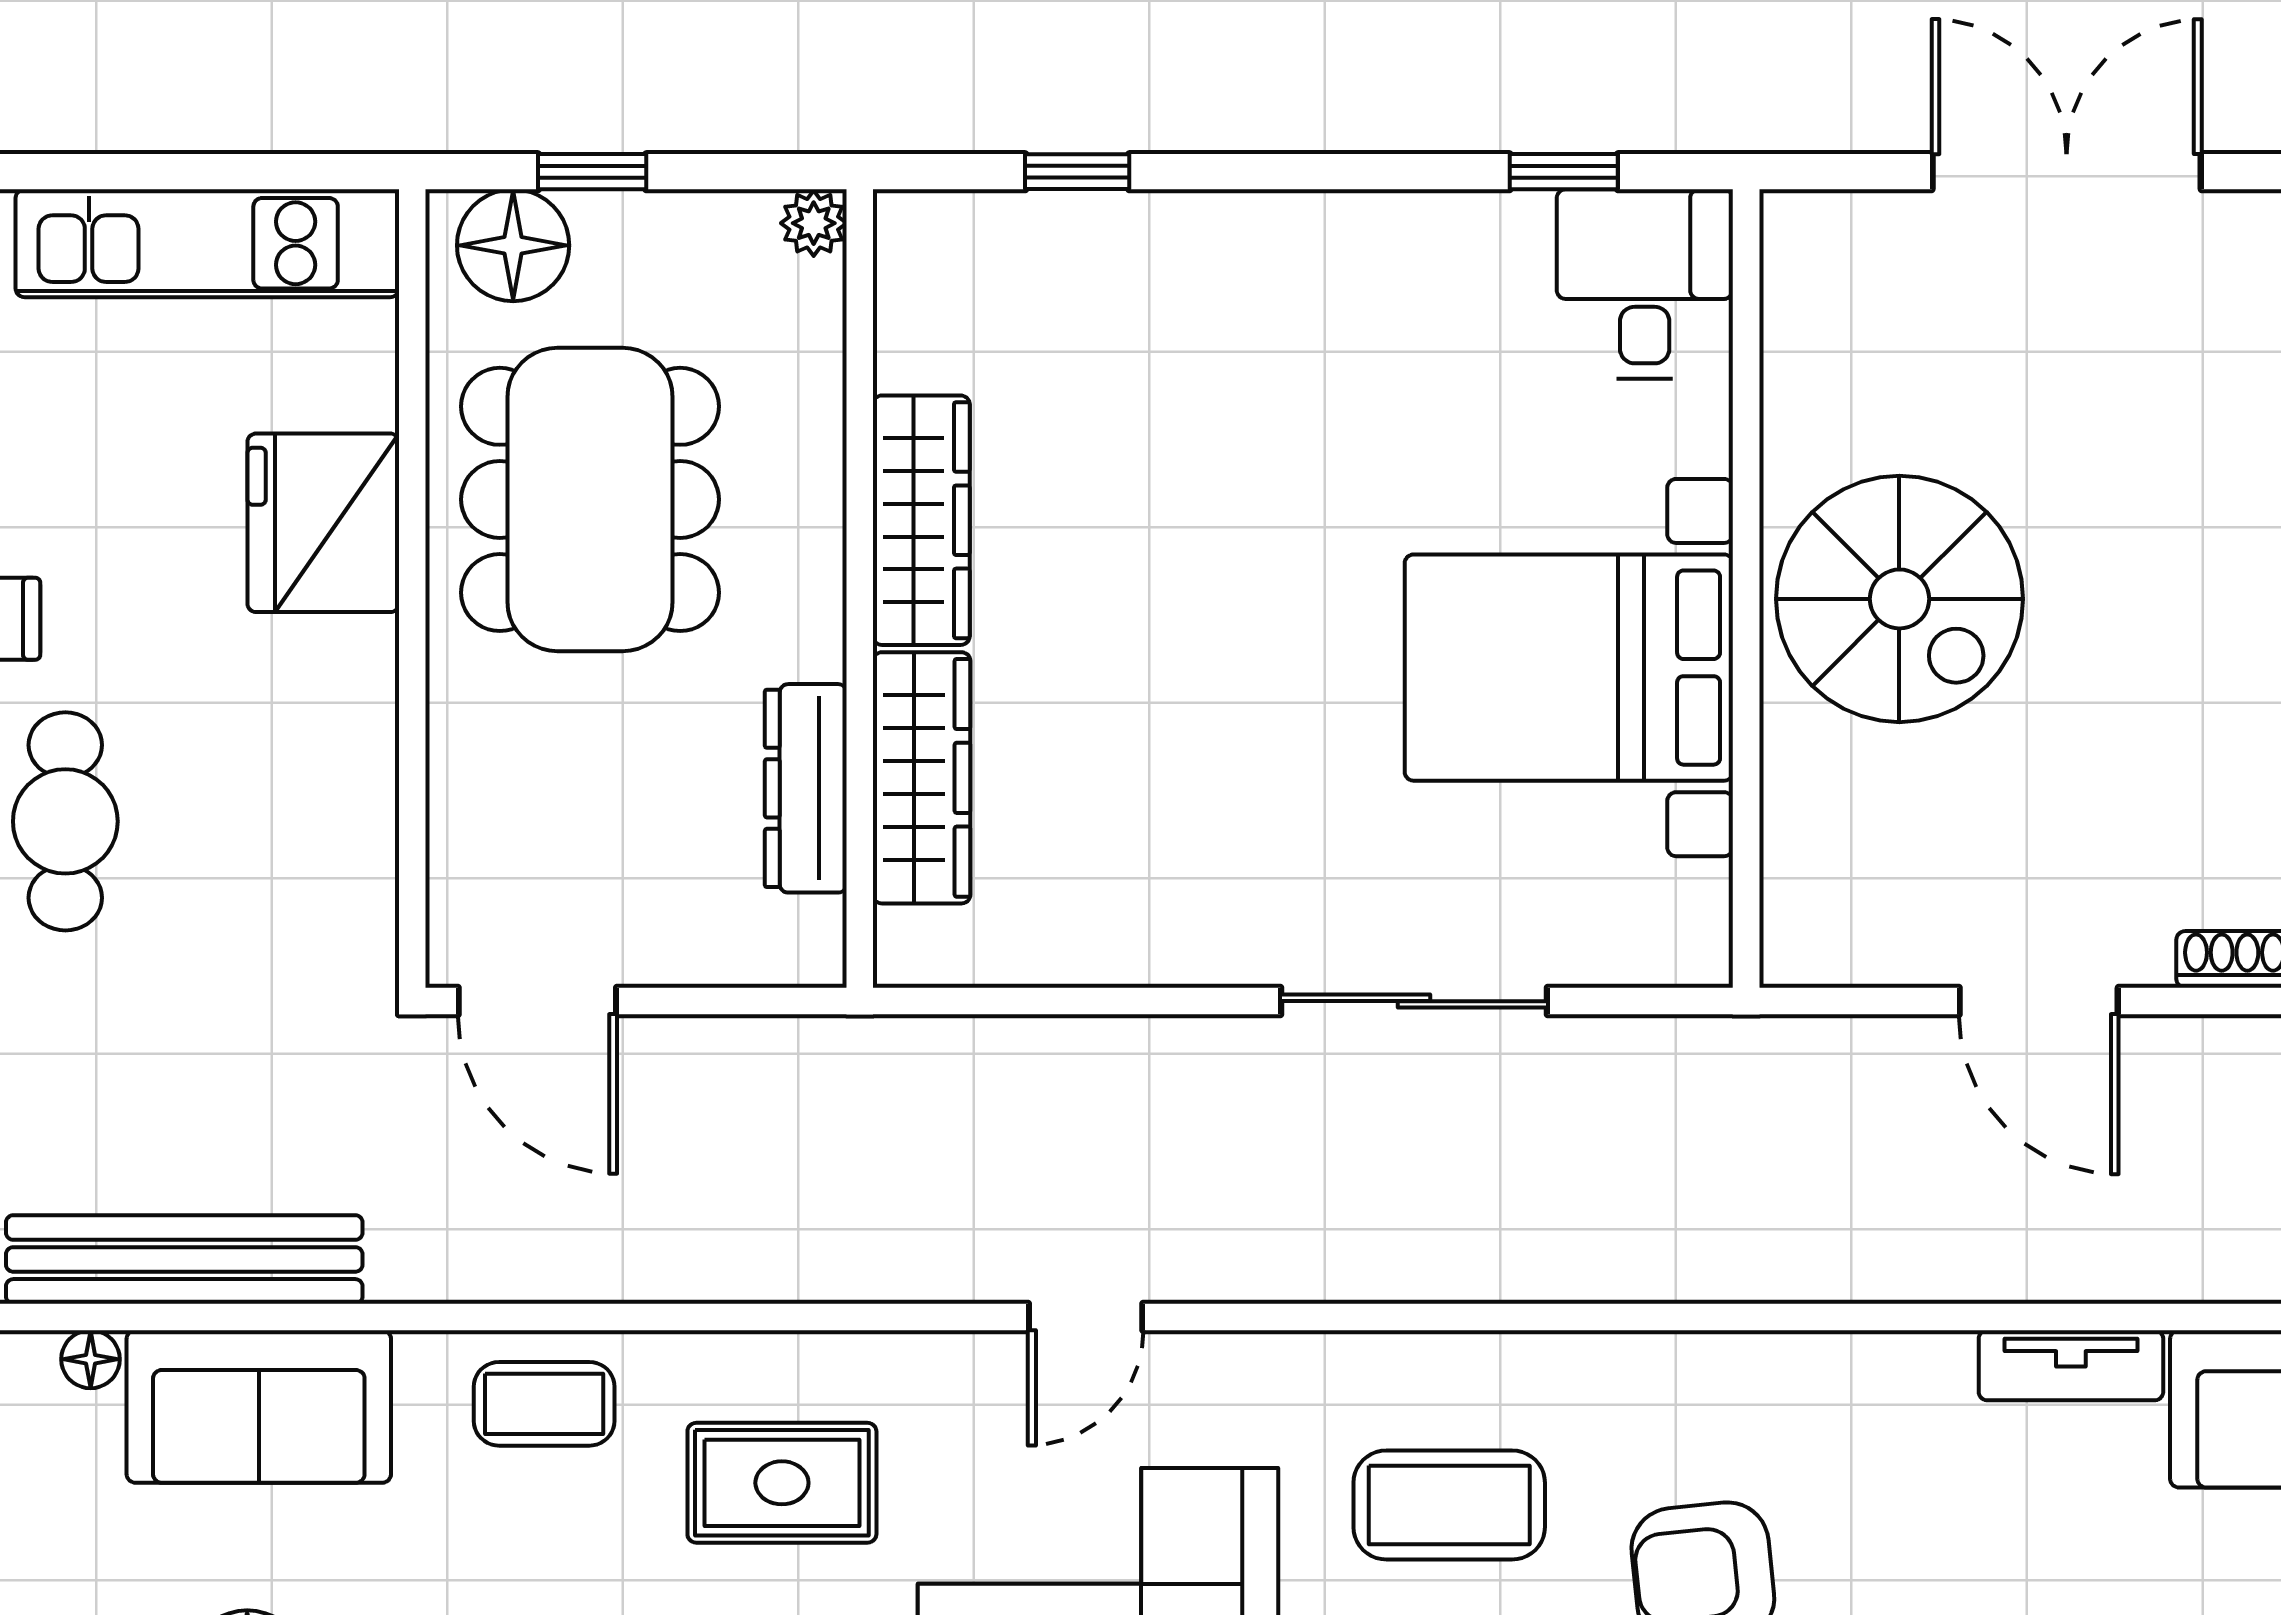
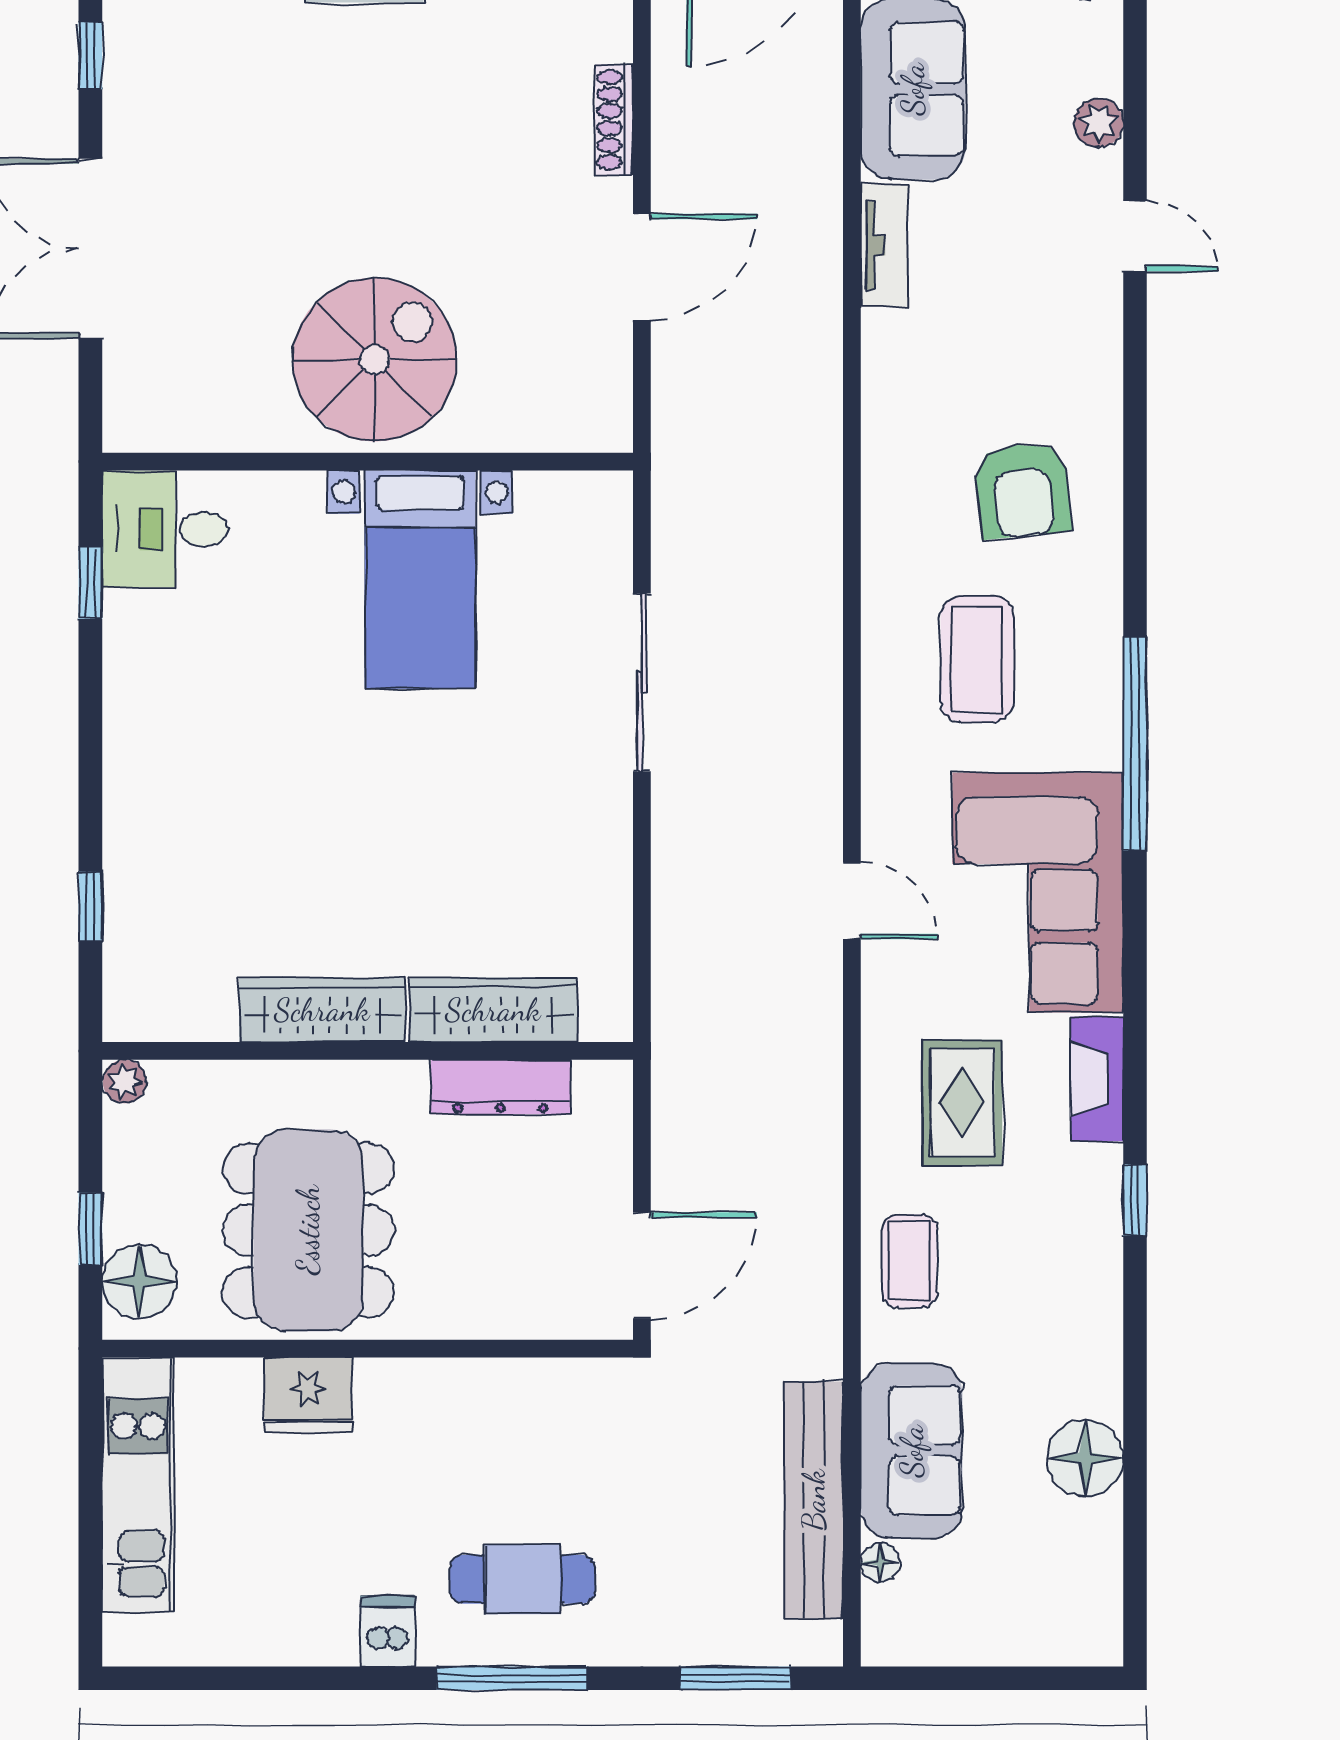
dining table: (590, 499) -> (308, 1230), turned 90
fridge: (323, 523) -> (308, 1395), width x0.73, depth x0.75
bed with nightstands: (1569, 668) -> (420, 579), width x0.73

